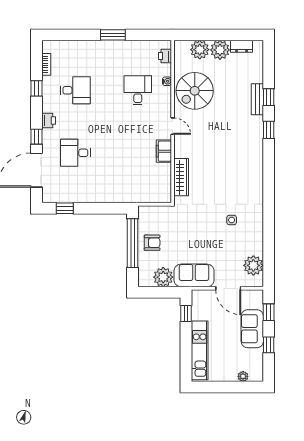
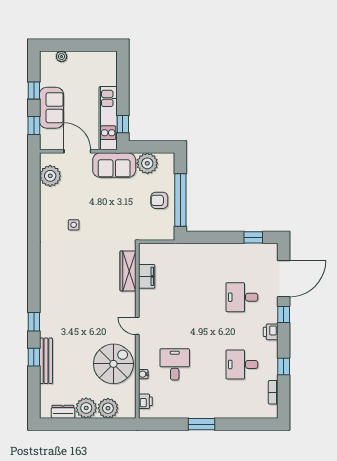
desk: (138, 90) -> (175, 364), turned 180
bench: (257, 99) -> (46, 361), width x1.36
filing cabinet: (164, 151) -> (147, 276), moved
desk: (75, 153) -> (242, 297), turned 180
kitchen unit: (200, 350) -> (108, 118), moved

